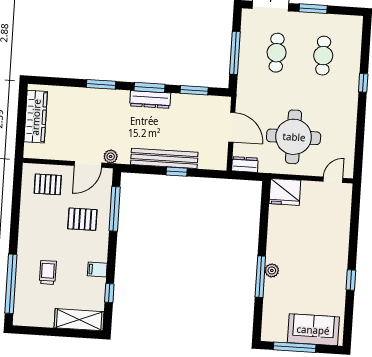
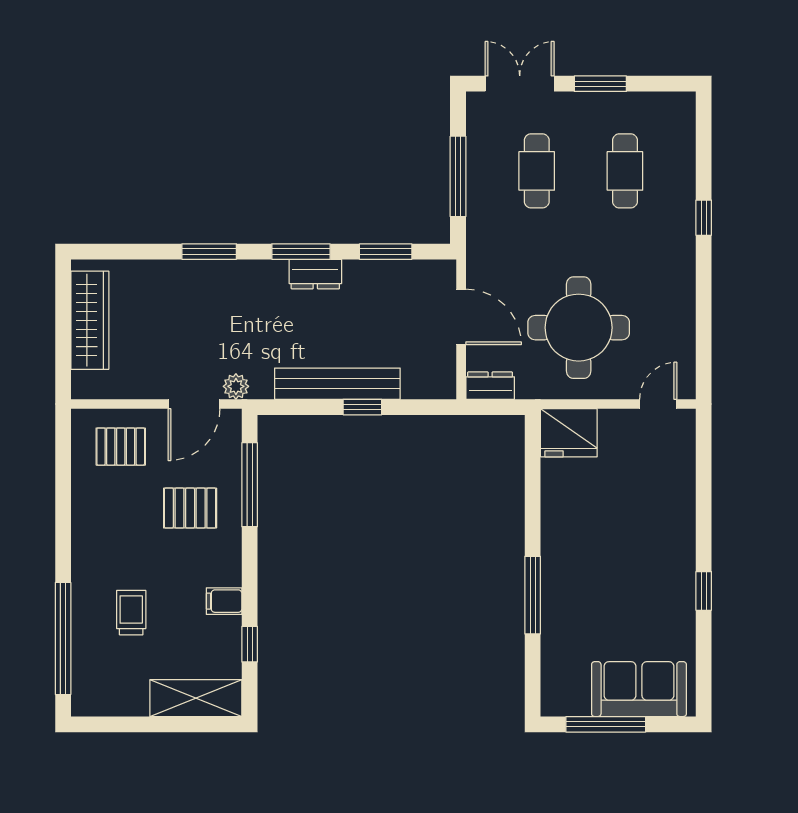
dresser: (150, 99) -> (315, 274), width x0.70
plant: (272, 270) -> (554, 582), removed

